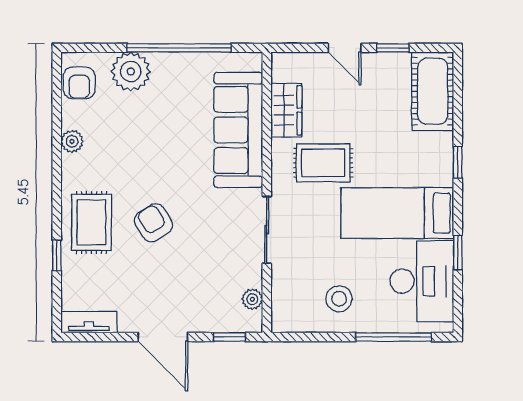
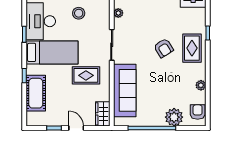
cot: (433, 91) -> (36, 93), moved
wardrobe: (286, 110) -> (103, 114), moved

